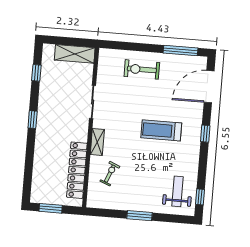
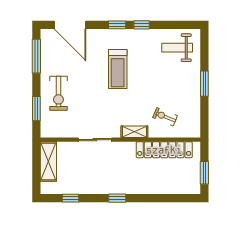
window: (128, 46) -> (36, 109), added
window: (200, 197) -> (142, 25), moved

